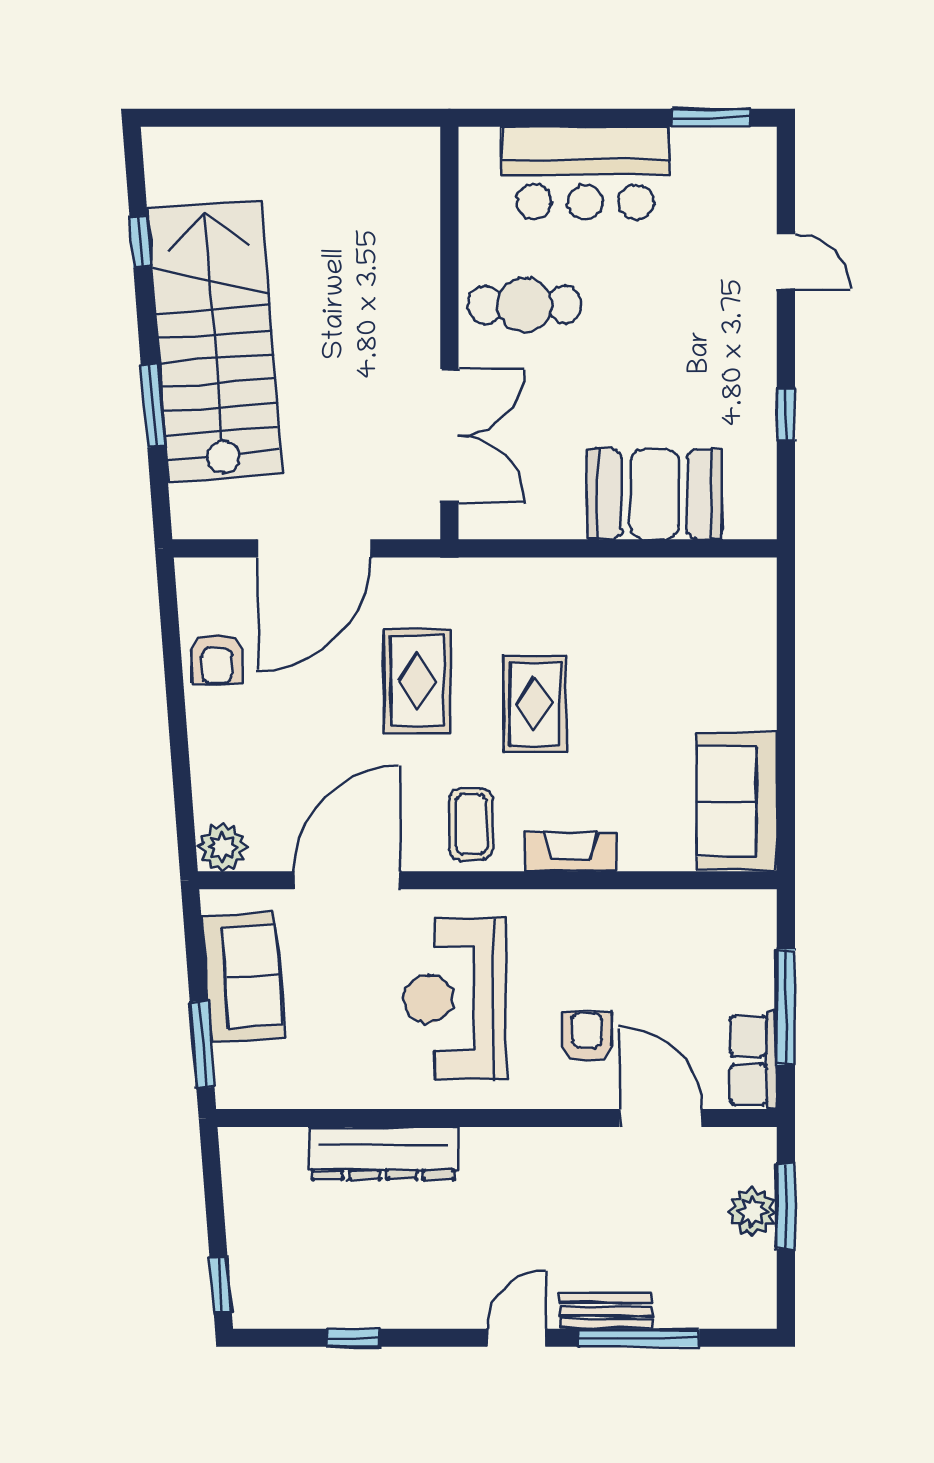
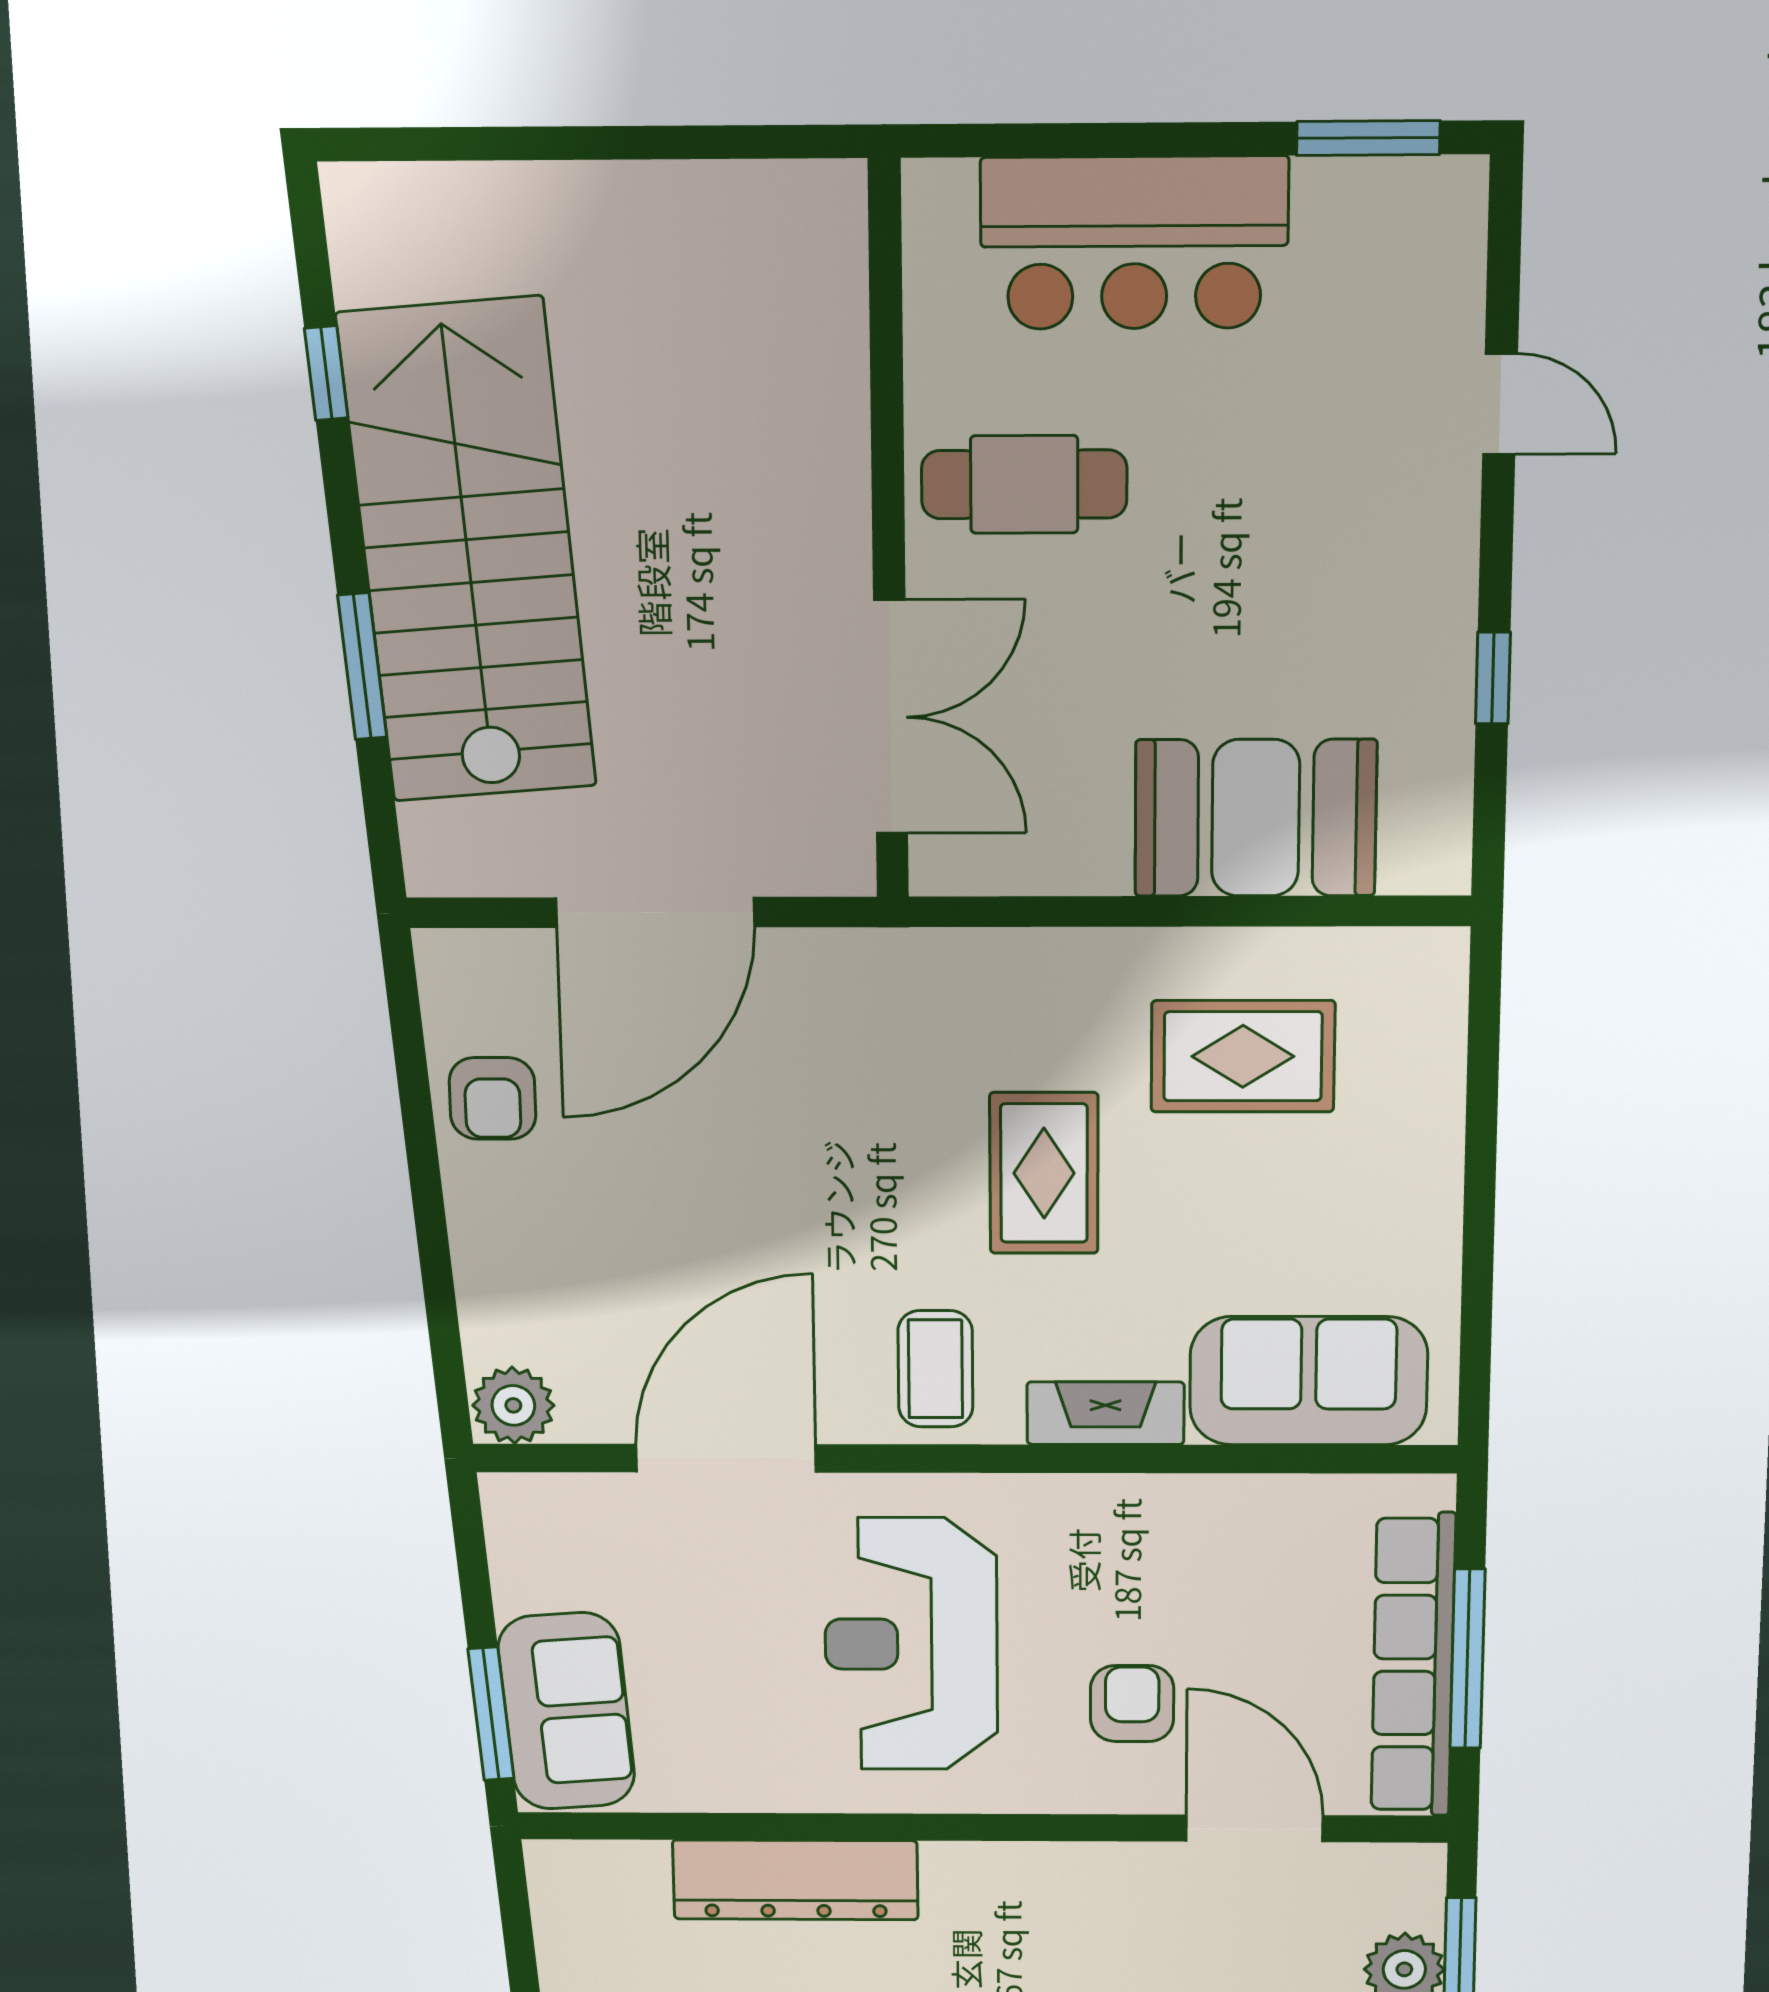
rug: (417, 681) -> (1243, 1056), moved, turned 90
sofa: (737, 801) -> (1309, 1381), moved, turned 90
sofa: (243, 977) -> (566, 1711), moved
row of seats: (754, 1061) -> (1413, 1665), width x2.02

